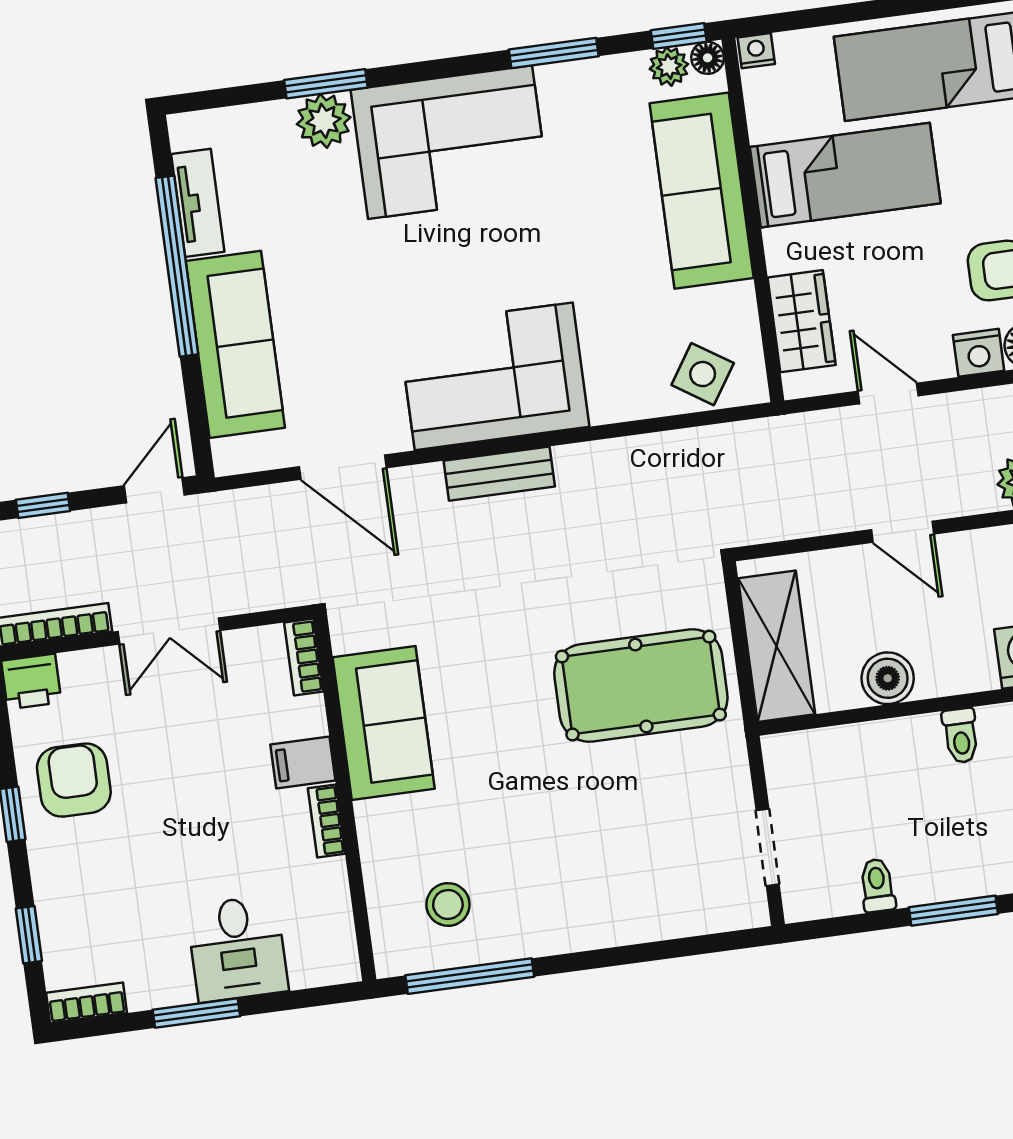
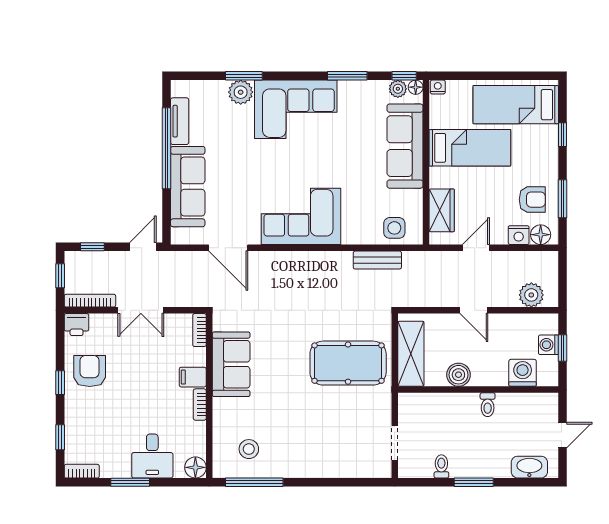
side table: (703, 374) -> (394, 228), turned -33
door: (888, 393) -> (476, 248), hinge flipped
bench: (499, 474) -> (377, 260), moved
floor lamp: (336, 961) -> (195, 467), added

